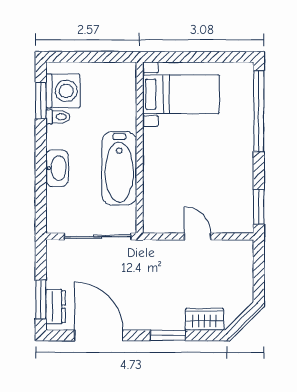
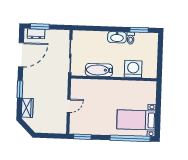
washing machine: (63, 91) -> (133, 69), moved, turned 180
bed with nightstands: (181, 94) -> (136, 120), moved, turned 90
washbasin: (57, 168) -> (117, 37), moved
bathtub: (119, 168) -> (99, 70), width x0.73, depth x0.73

